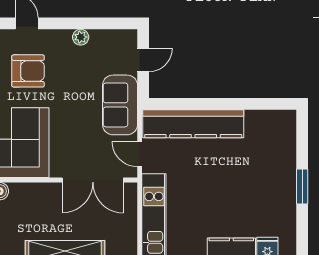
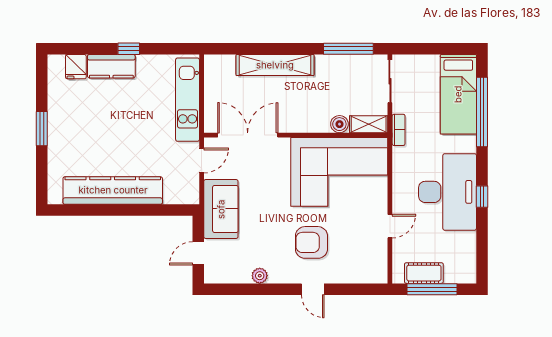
kitchen counter: (193, 124) -> (113, 190), moved
door: (140, 154) -> (202, 160), hinge flipped

